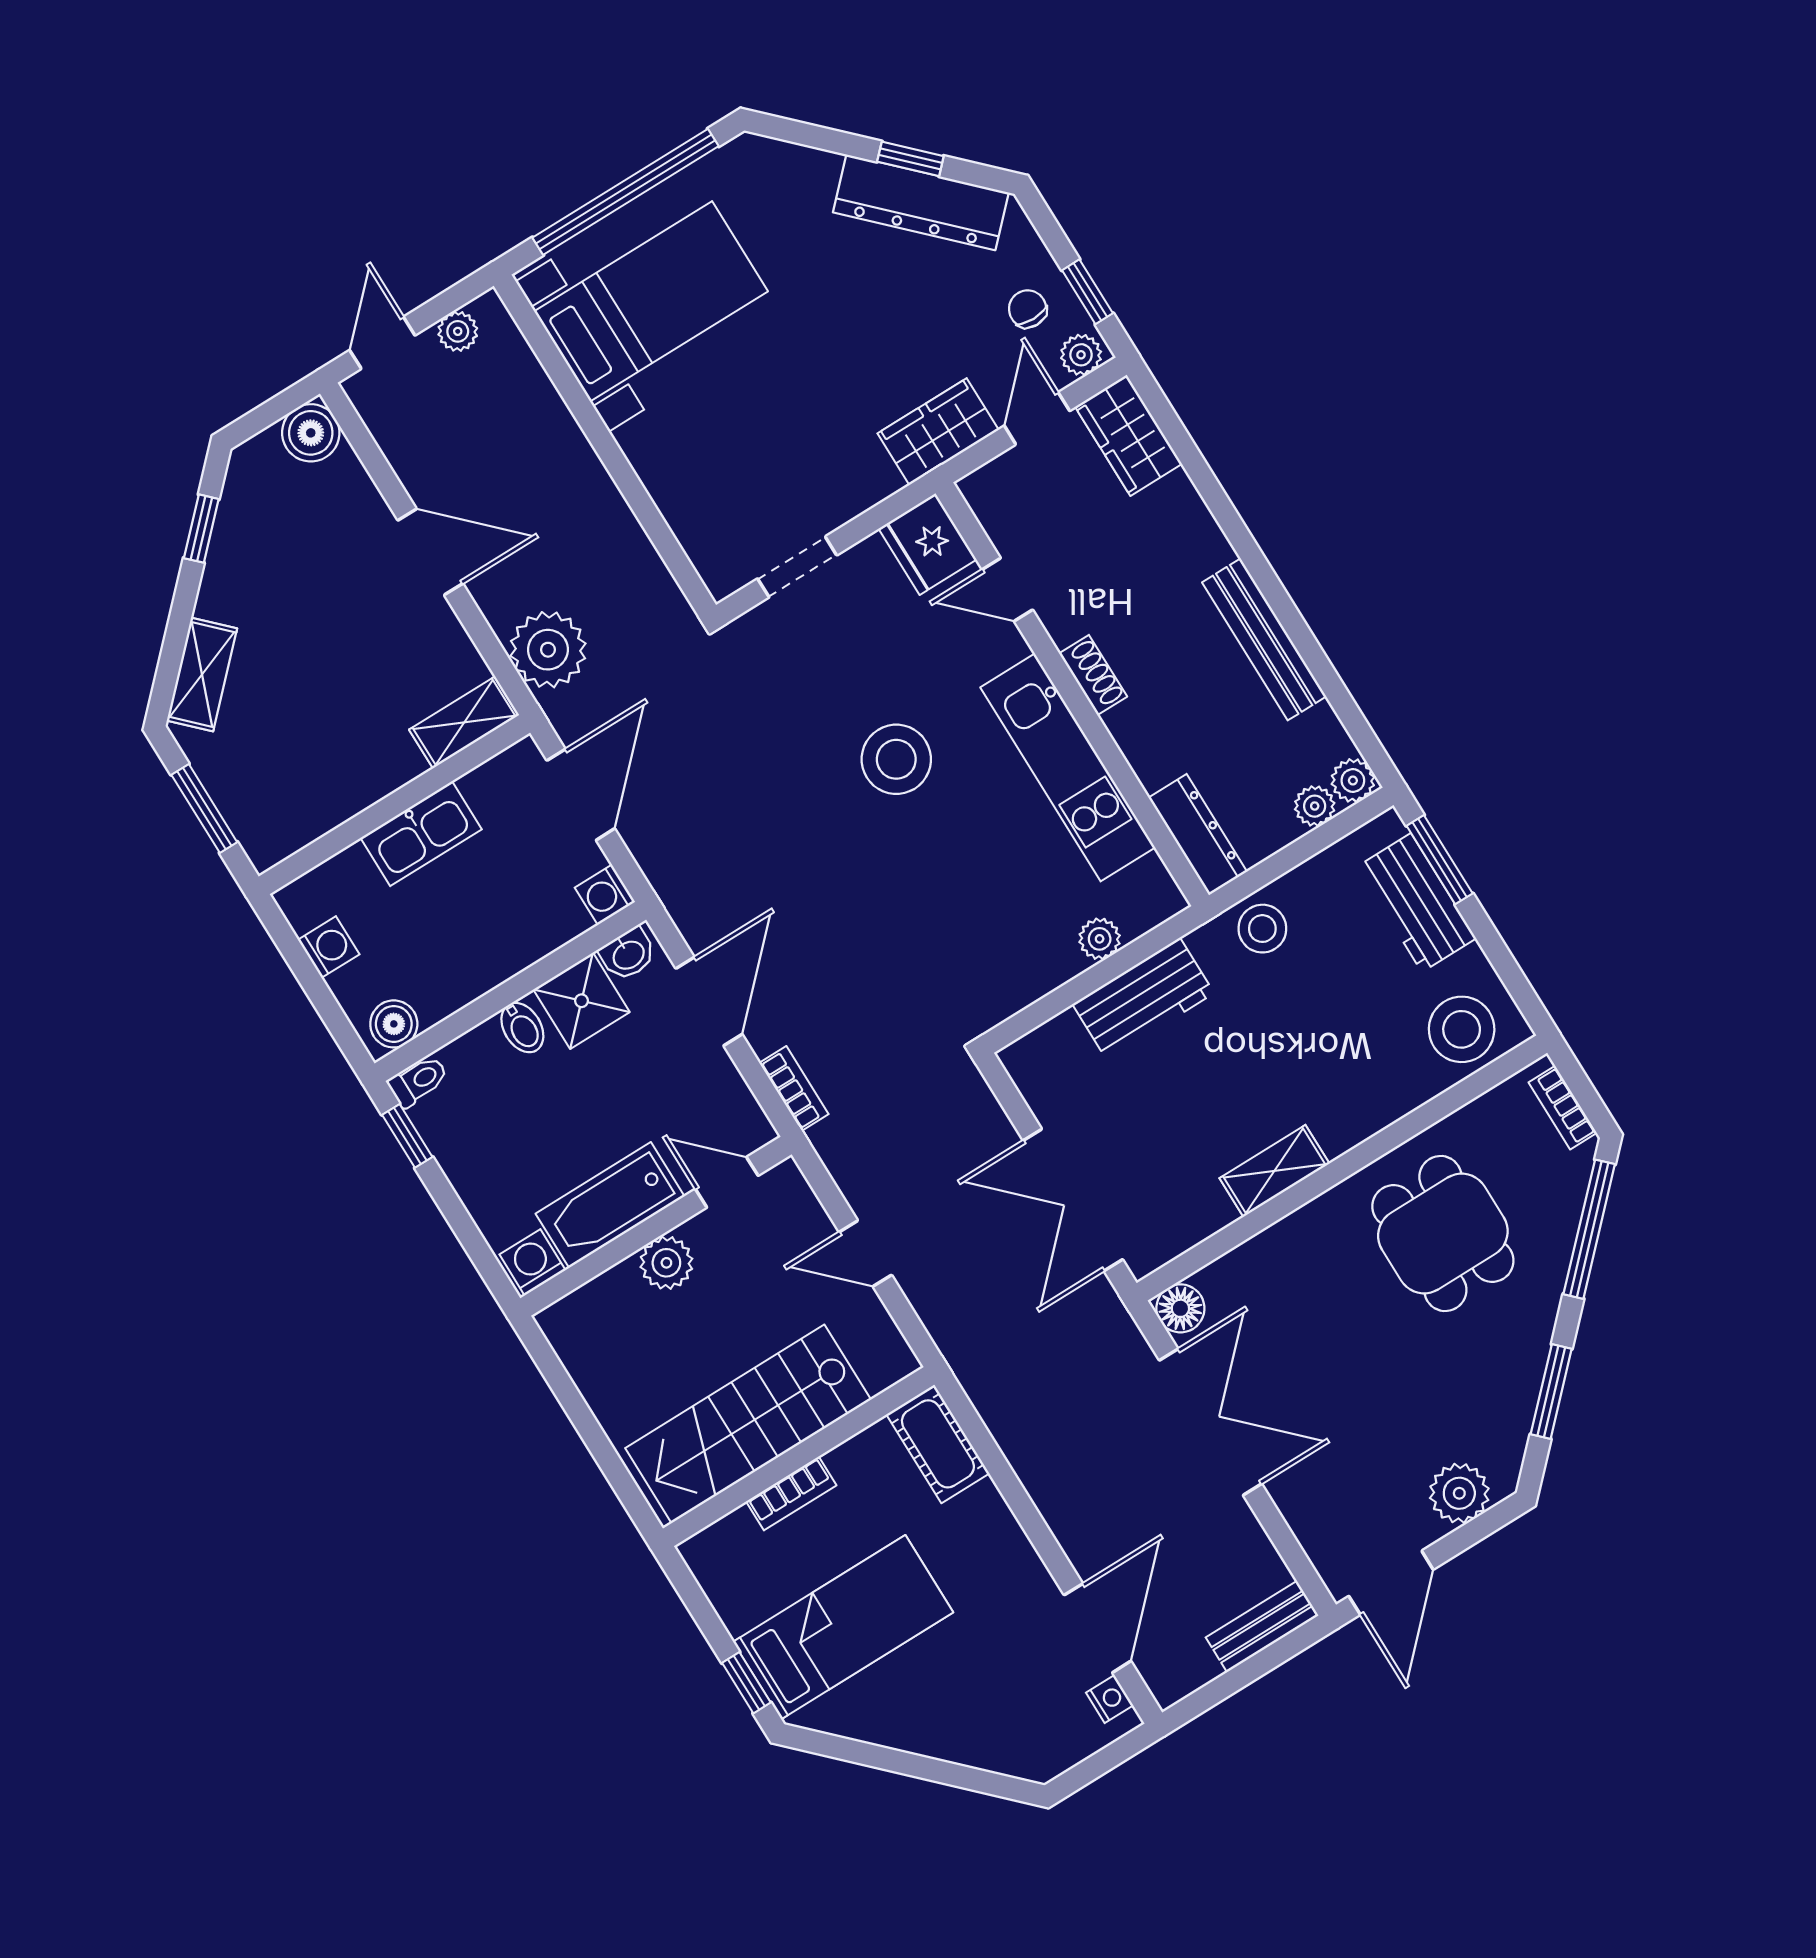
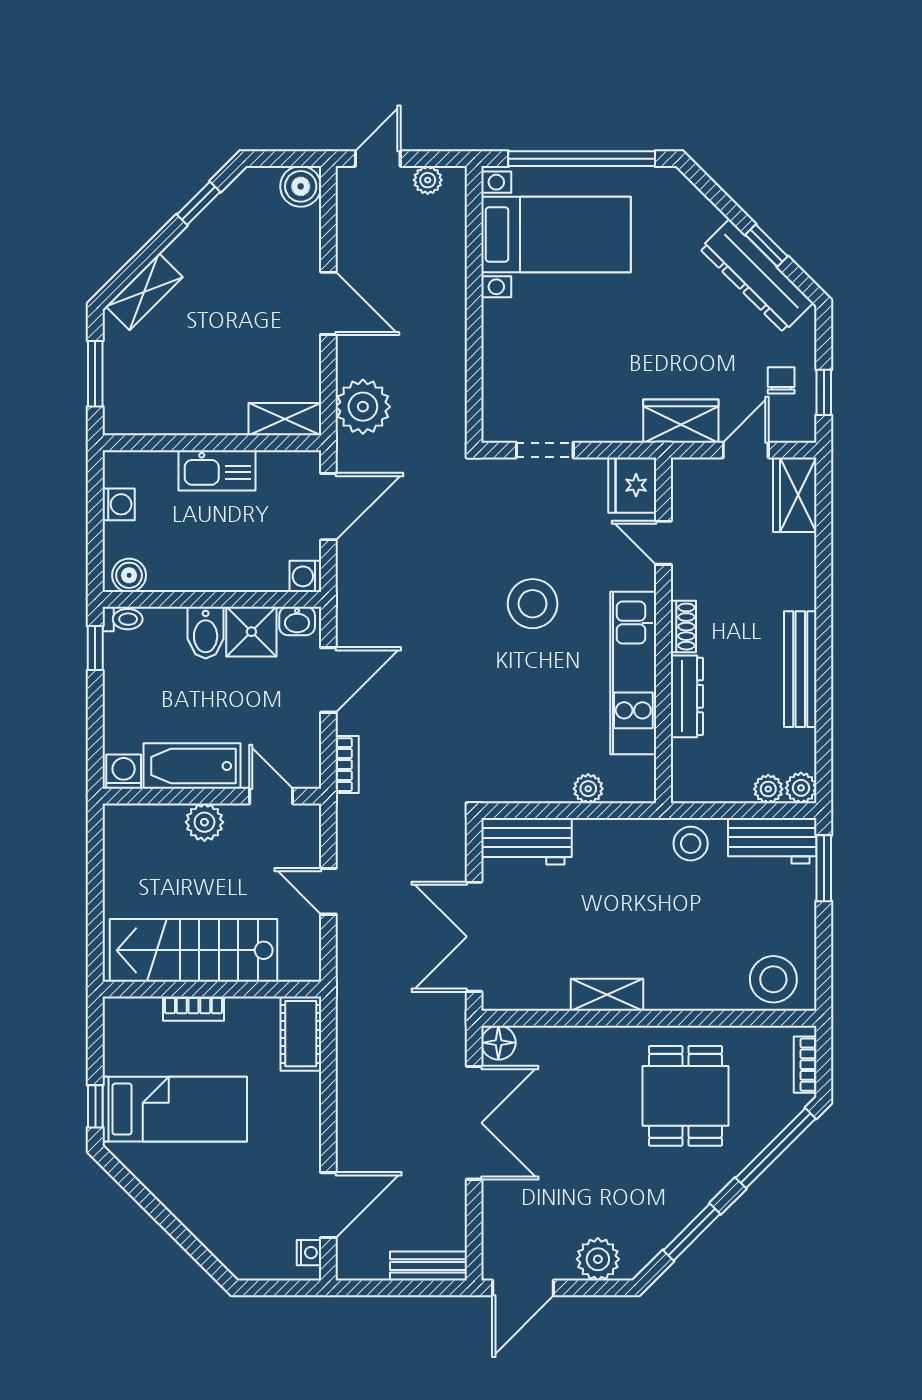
plant: (1081, 355) -> (796, 428), removed
dresser: (1198, 835) -> (687, 696), moved
workbench: (1416, 903) -> (772, 841), moved, turned -90
workbench: (1143, 999) -> (527, 841), moved
bidet: (522, 1028) -> (206, 633), width x1.38, depth x1.36

